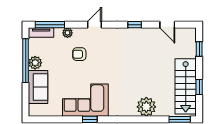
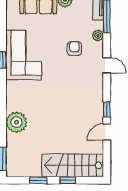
door: (167, 25) -> (107, 132), moved
window: (199, 49) -> (68, 180), moved
stairs: (186, 86) -> (73, 165), moved

